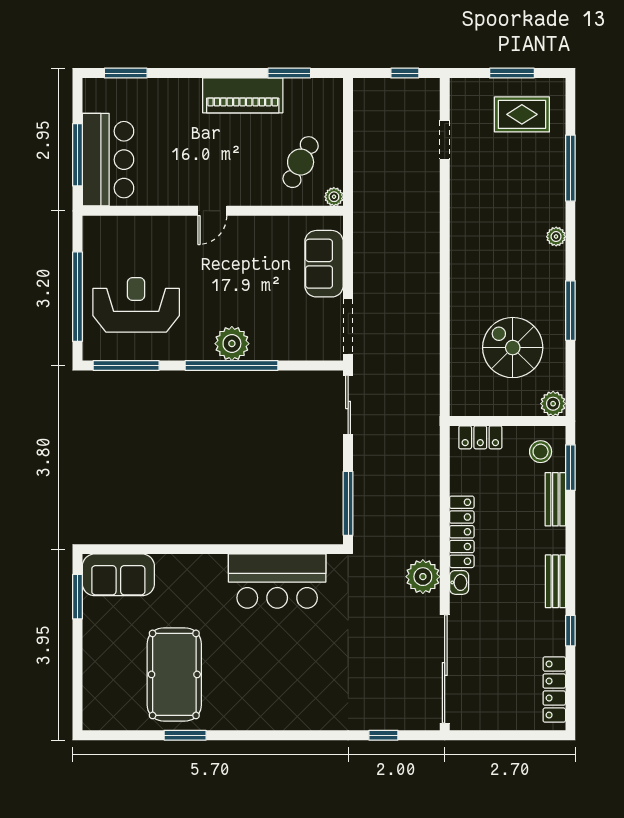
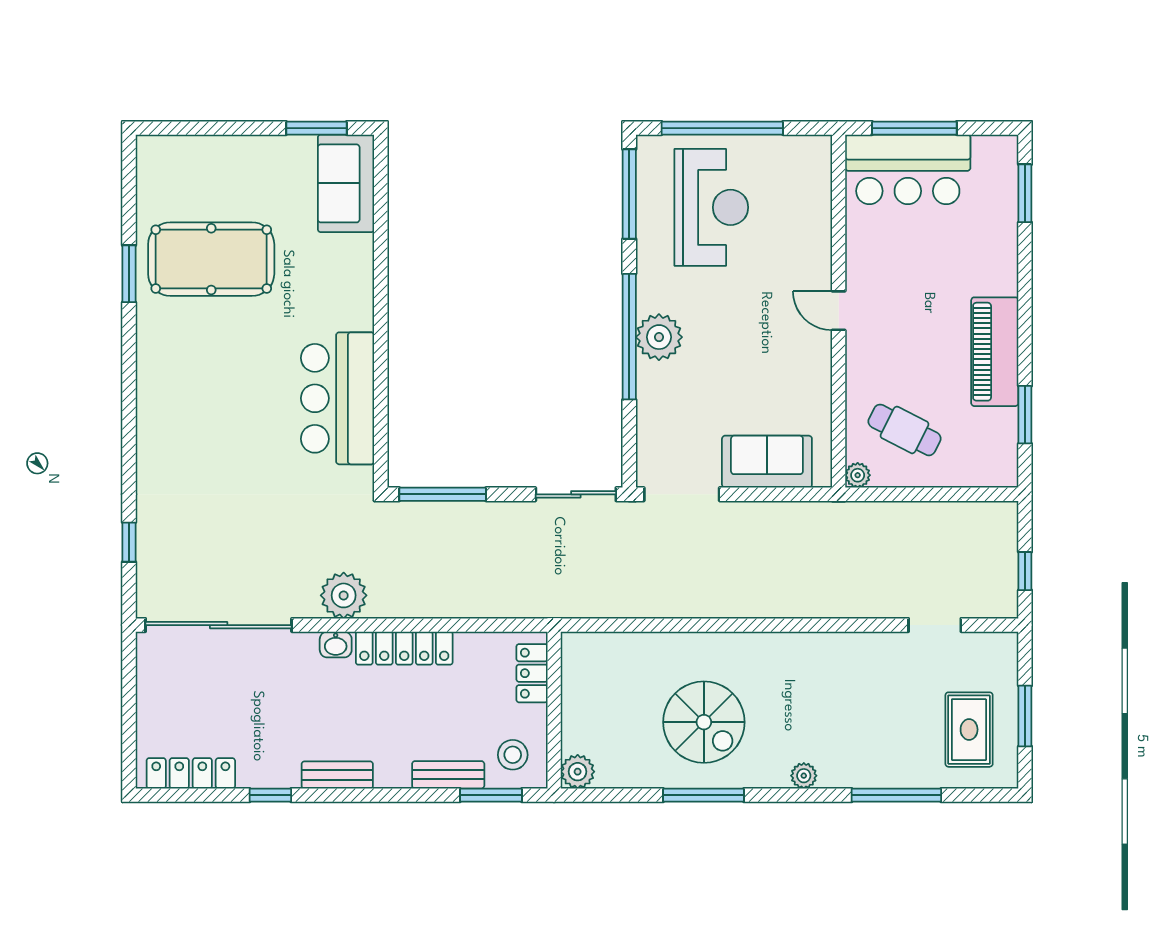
spiral stairs: (513, 348) -> (704, 722), moved, turned 90

